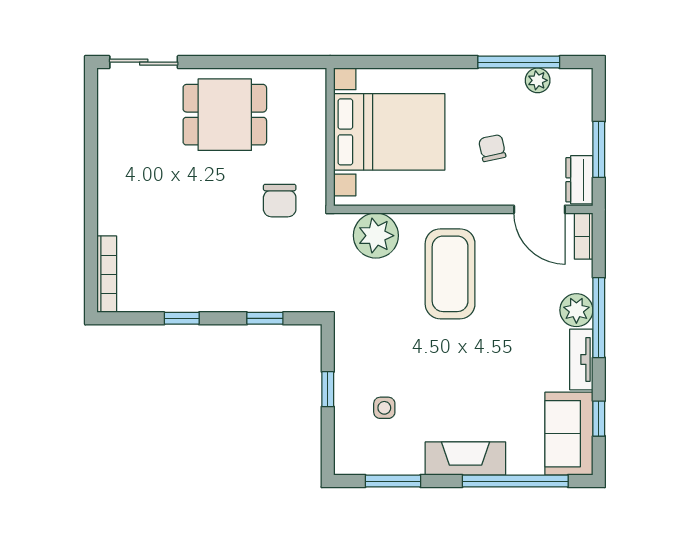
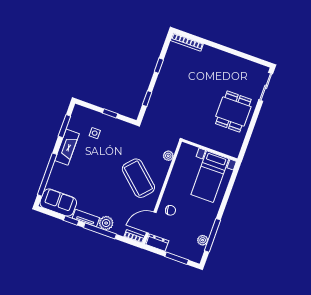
bed with nightstands: (389, 132) -> (210, 177), width x0.73
chair: (492, 148) -> (170, 210), moved
window: (599, 149) -> (177, 258), moved
chair: (280, 201) -> (192, 121), removed
plant: (376, 236) -> (168, 156), width x0.53, depth x0.53
coffee table: (450, 274) -> (138, 178), turned 42
window: (599, 419) -> (71, 220), moved
fireplace: (465, 459) -> (67, 147), moved

